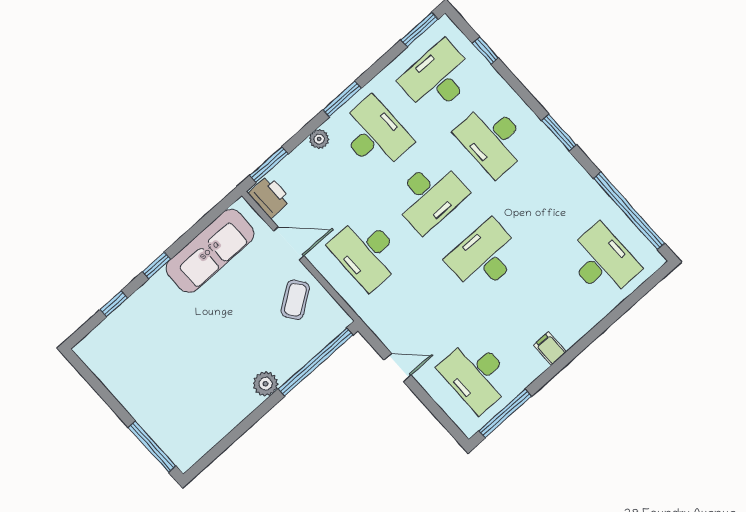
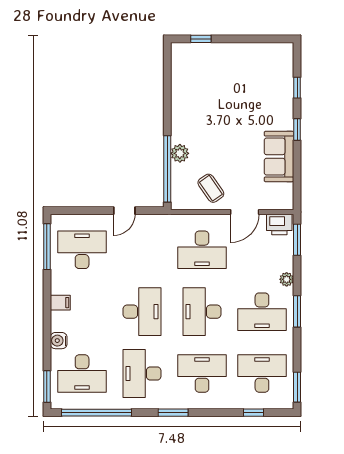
desk: (438, 78) -> (262, 373), turned -90
desk: (548, 200) -> (142, 373), added
sofa: (210, 251) -> (279, 156), width x0.73
desk: (366, 252) -> (202, 250), turned 180
window: (648, 285) -> (47, 386), added
water cooler: (590, 316) -> (59, 341), added
plant: (266, 384) -> (180, 153), moved
window: (152, 447) -> (201, 39), width x0.46

